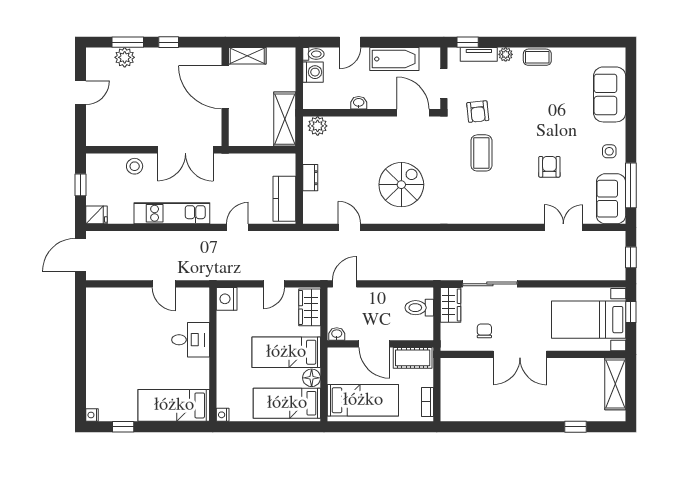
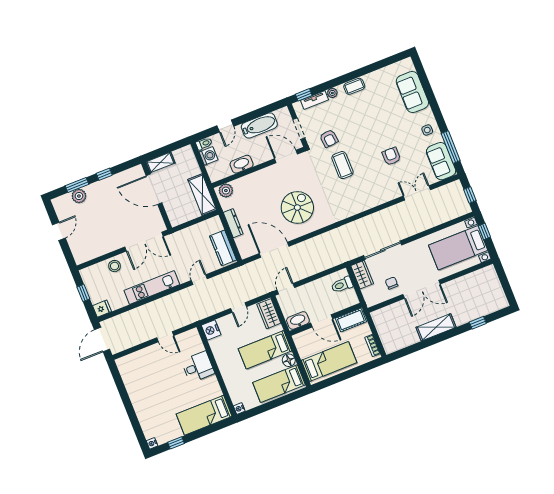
washbasin: (359, 103) -> (242, 164), width x1.91, depth x1.45
dresser: (310, 178) -> (233, 223), width x1.44
door: (349, 227) -> (274, 250), width x1.87
washbasin: (337, 334) -> (298, 320), width x1.91, depth x1.45
shelving: (615, 384) -> (436, 327), moved, turned 90

